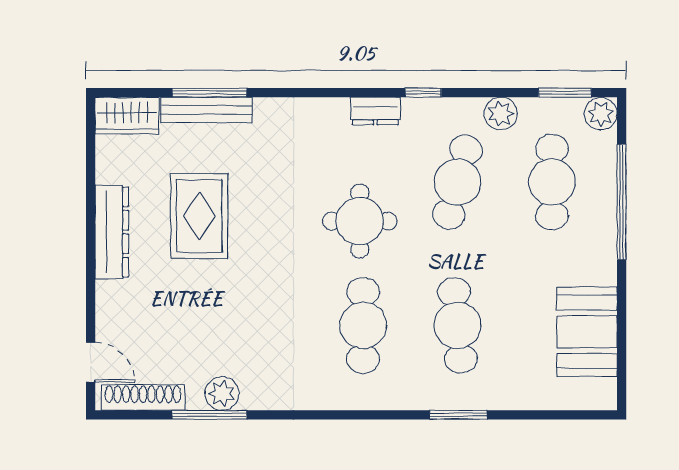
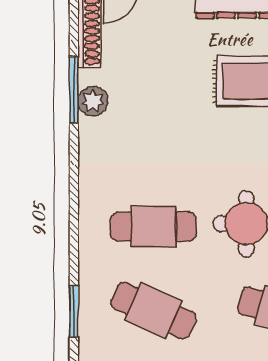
cafe table: (457, 325) -> (153, 311), turned 30

